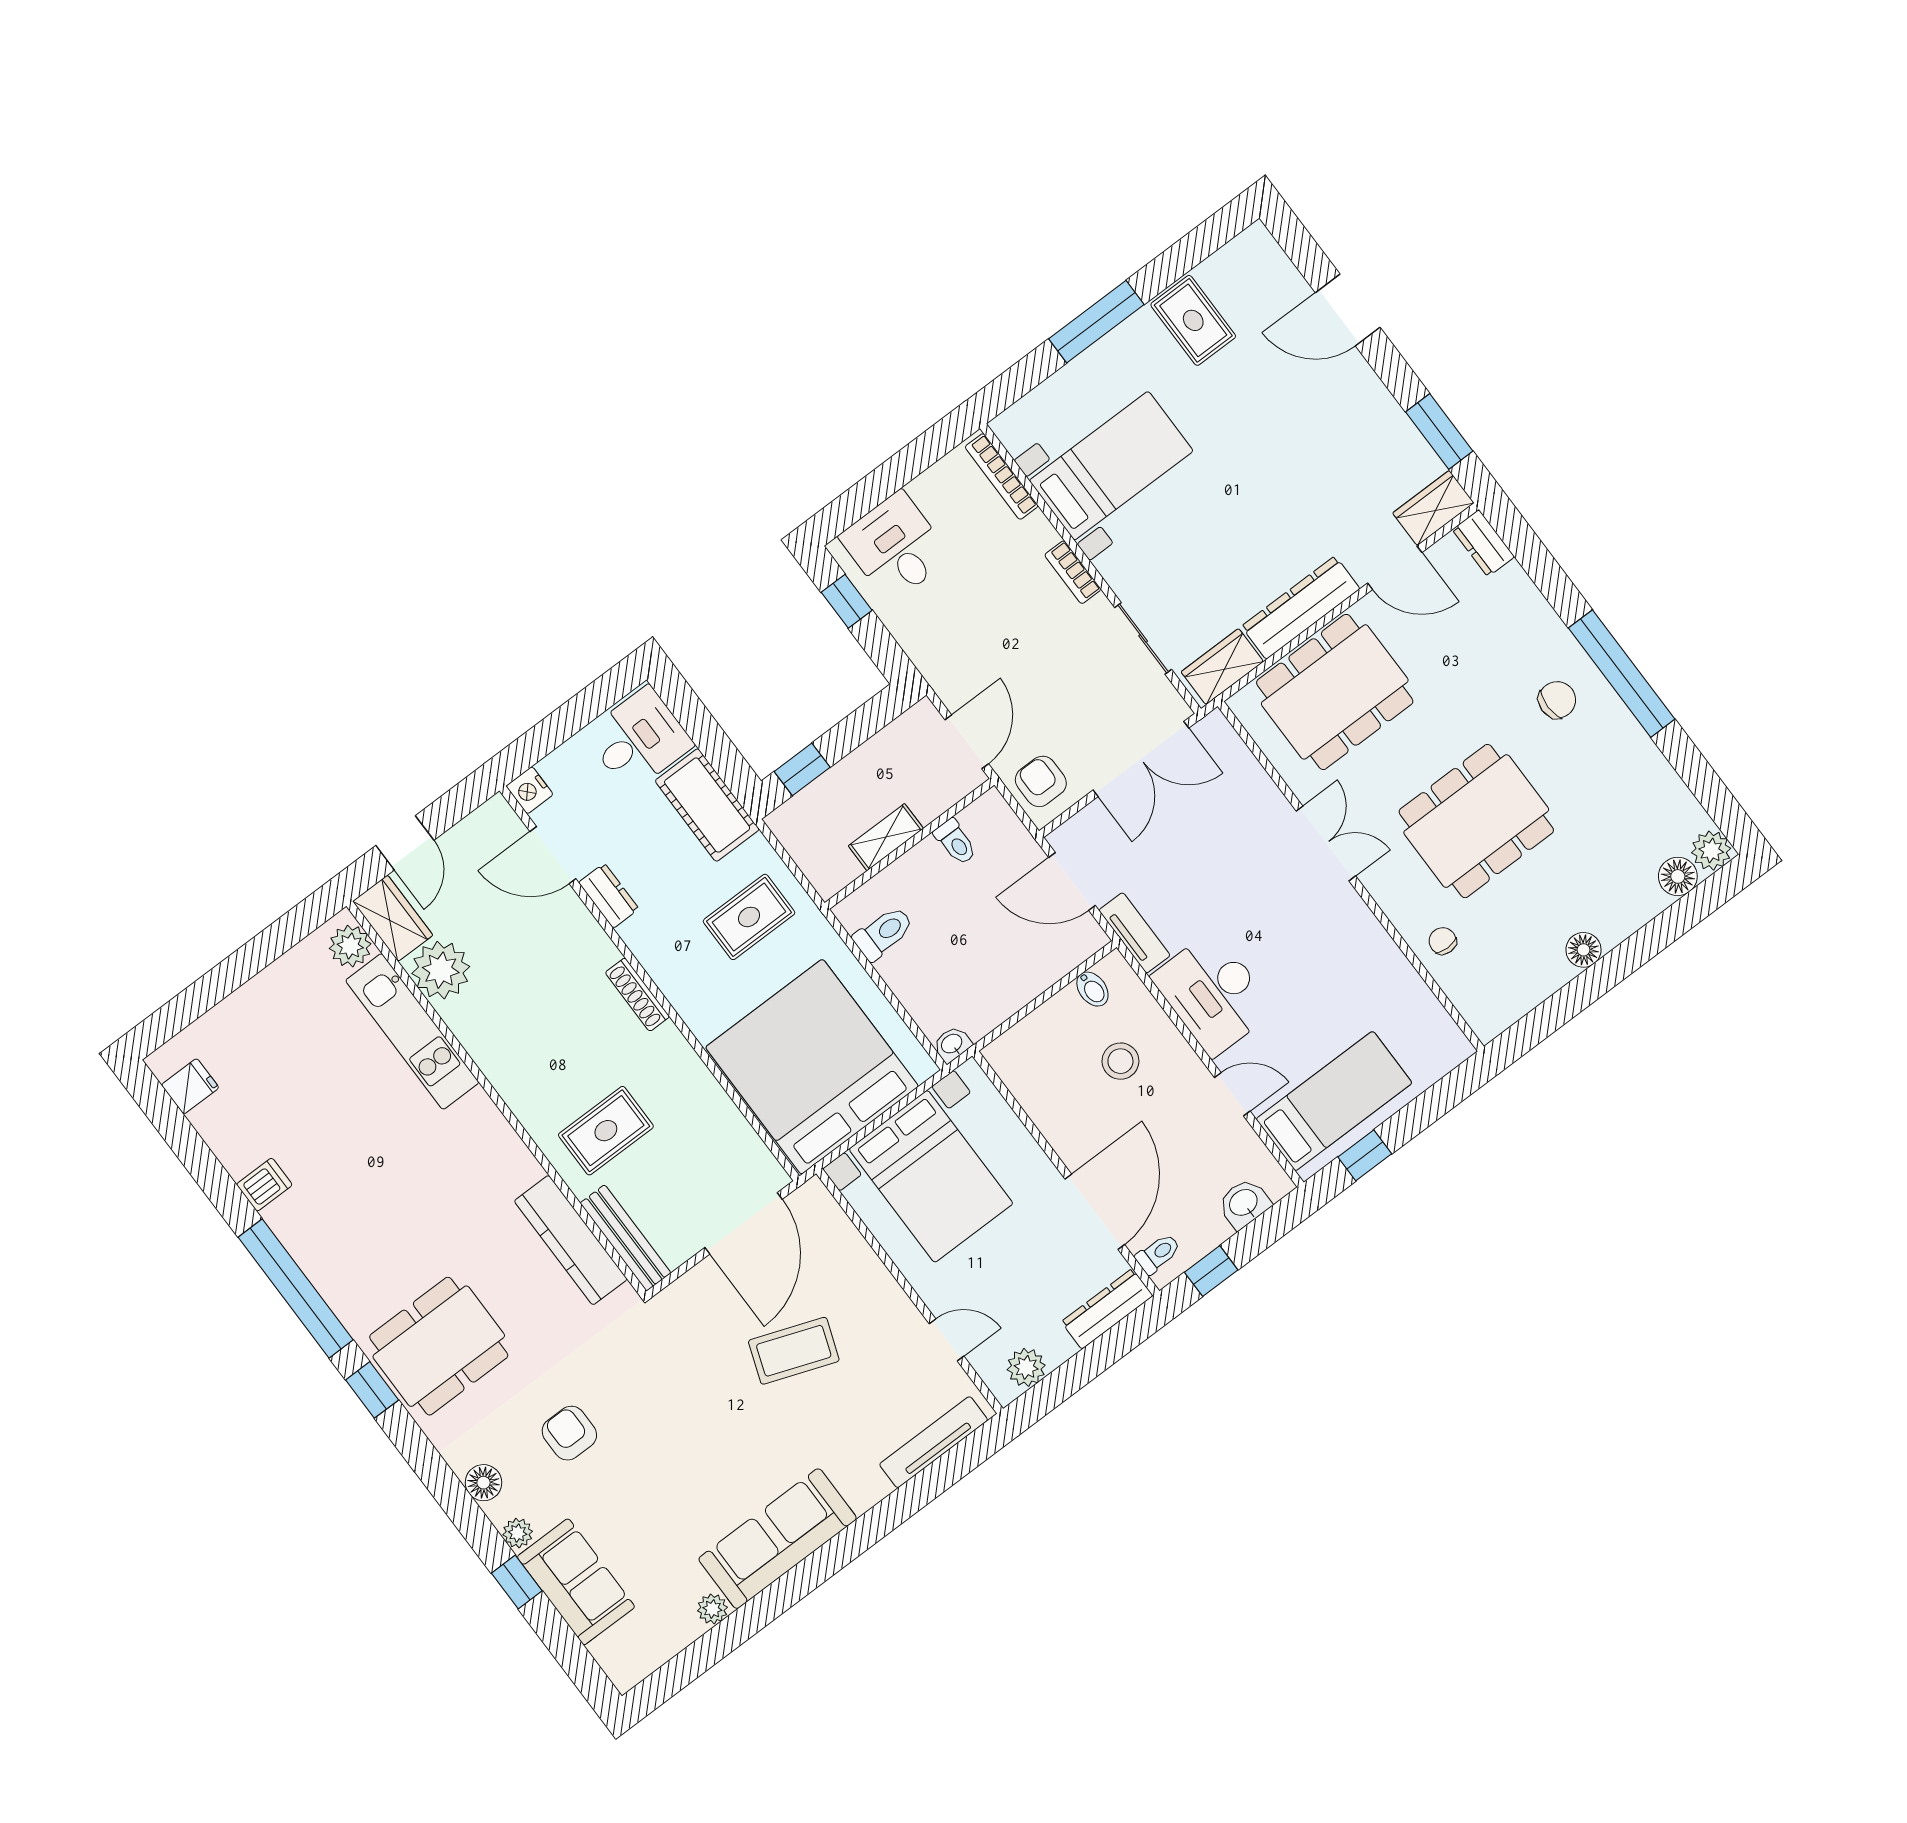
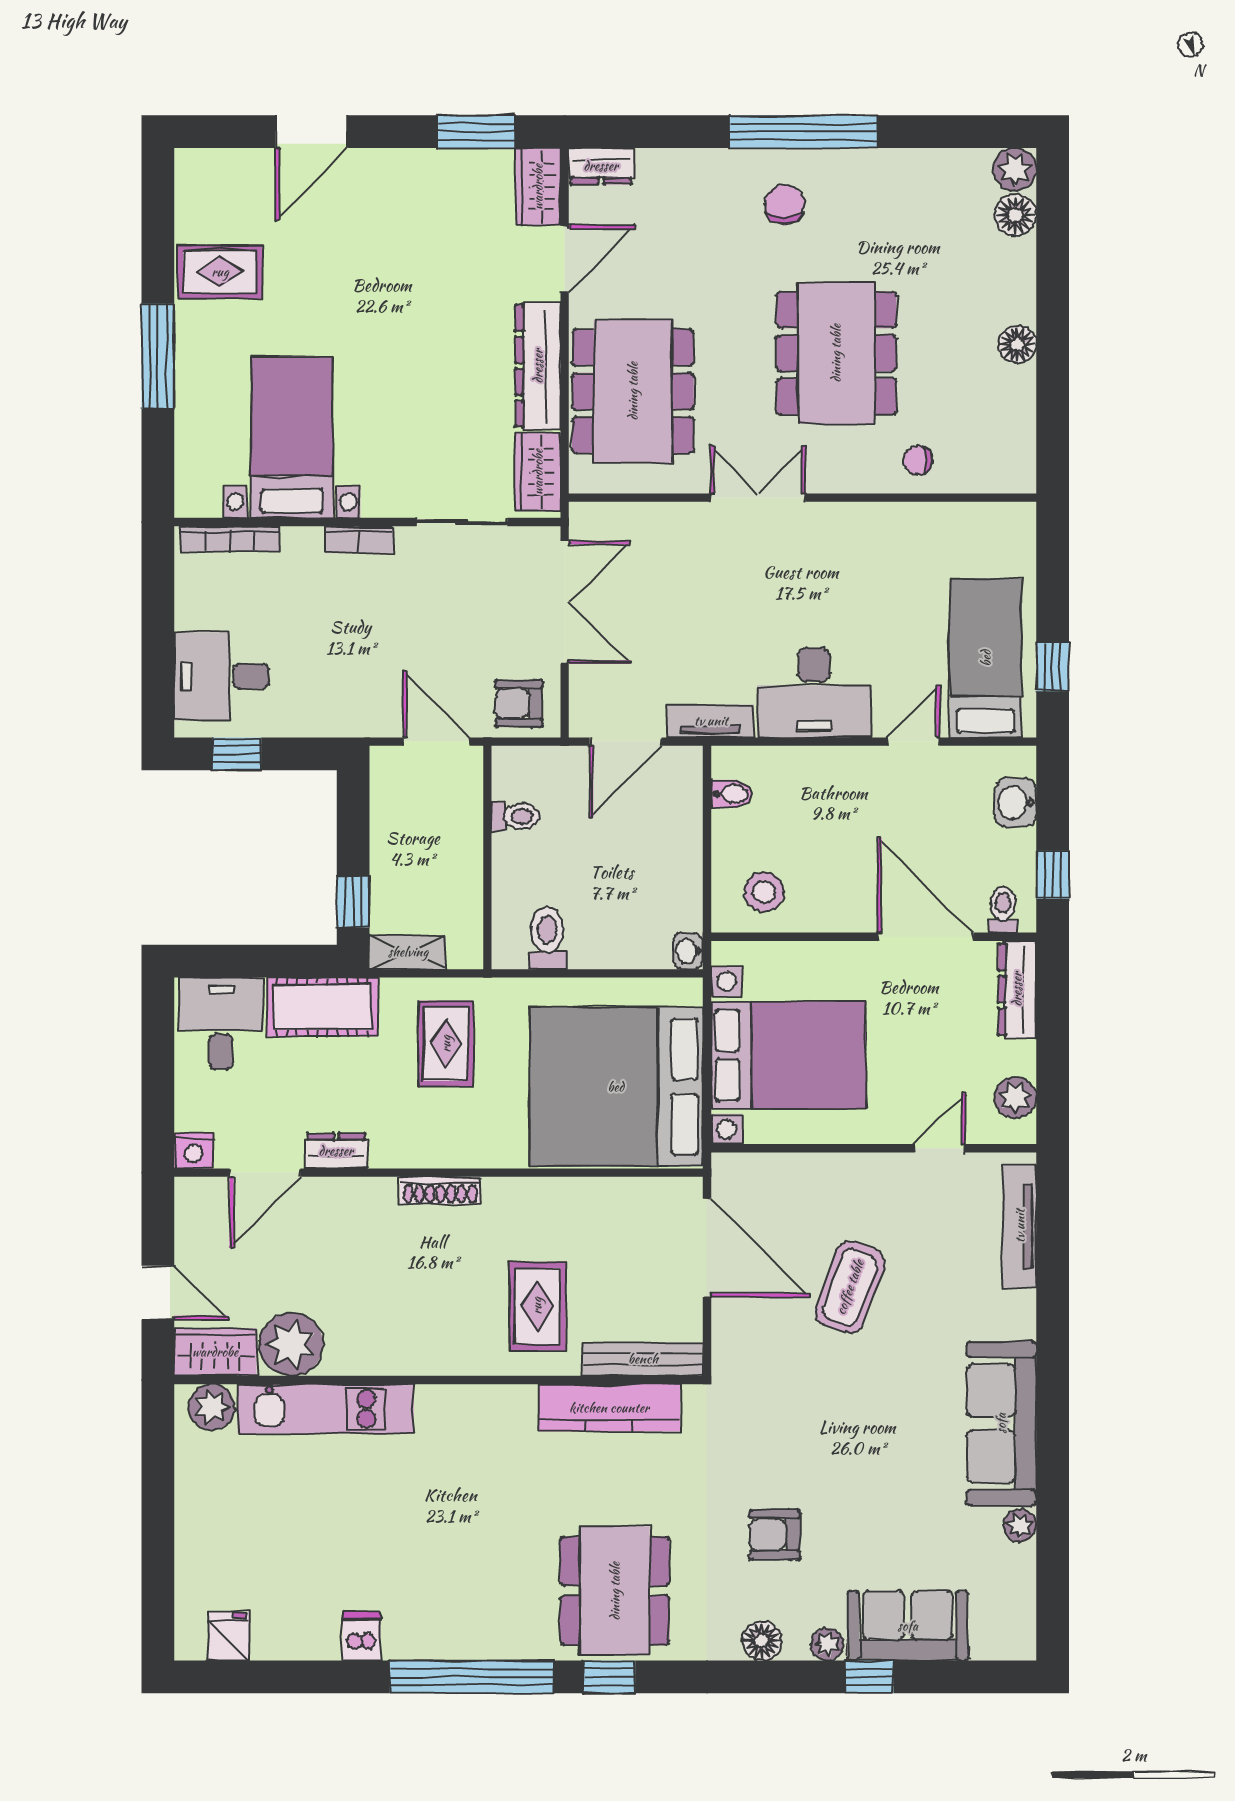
shelving: (886, 837) -> (408, 952), moved, turned 90
stool: (1120, 1061) -> (764, 892), moved

